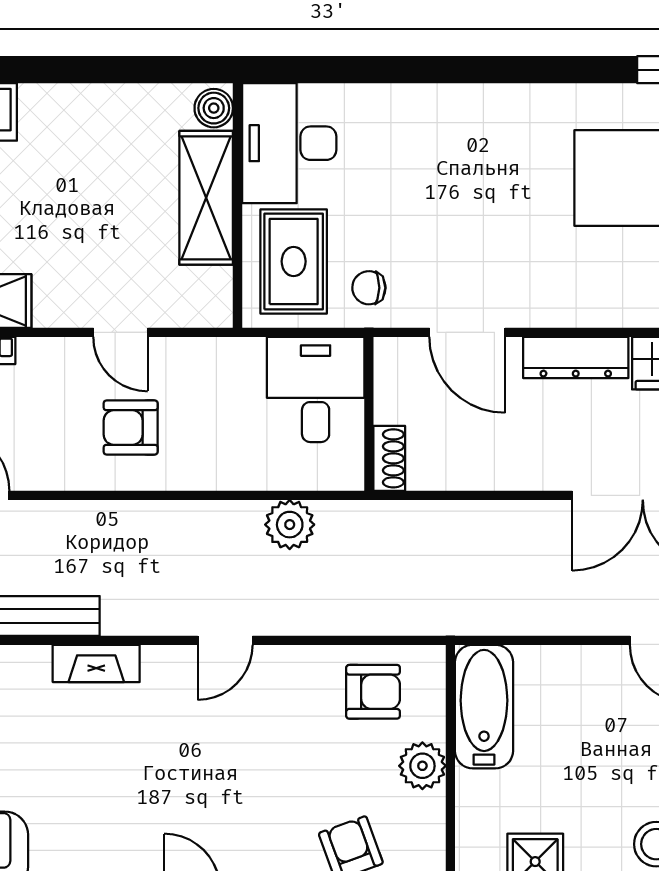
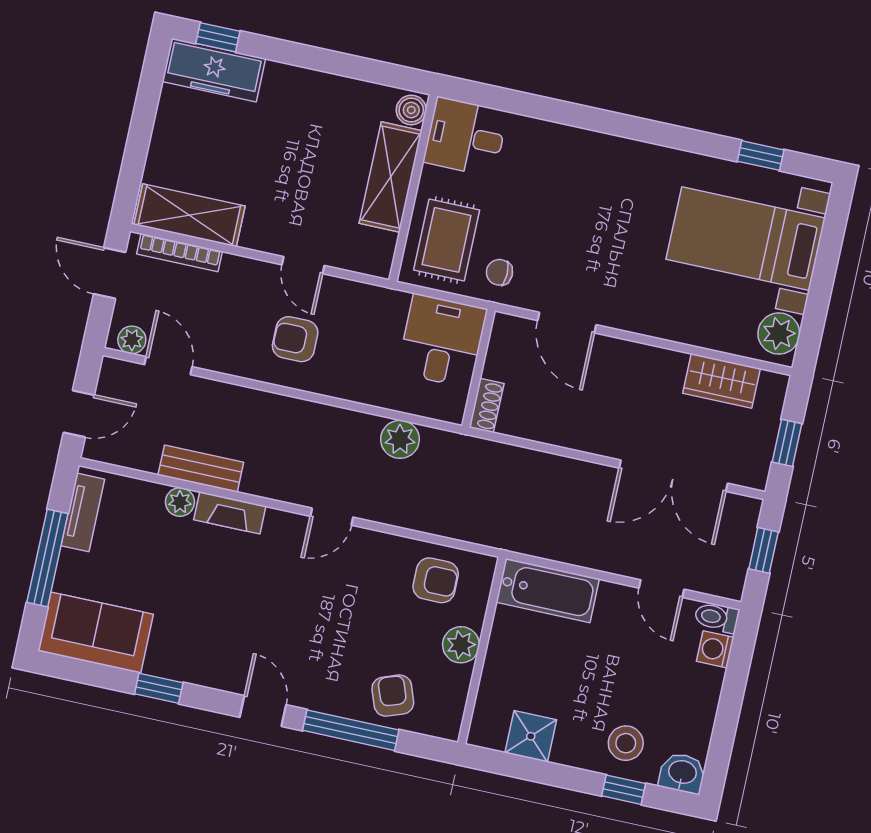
desk: (289, 143) -> (465, 137), width x0.73
dresser: (576, 357) -> (645, 360), removed
plant: (31, 663) -> (180, 502), added
bathtub: (484, 707) -> (548, 591), moved, turned 90

